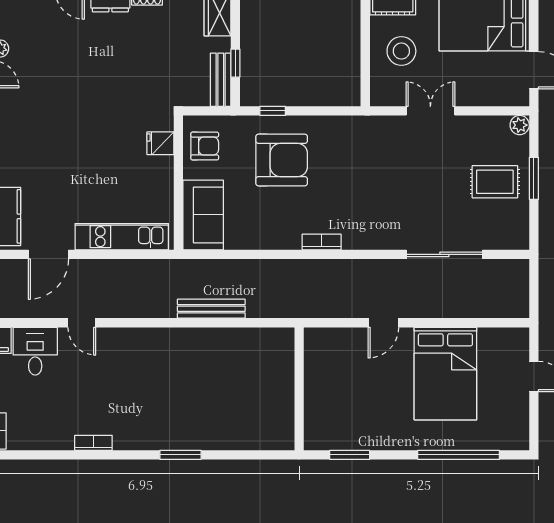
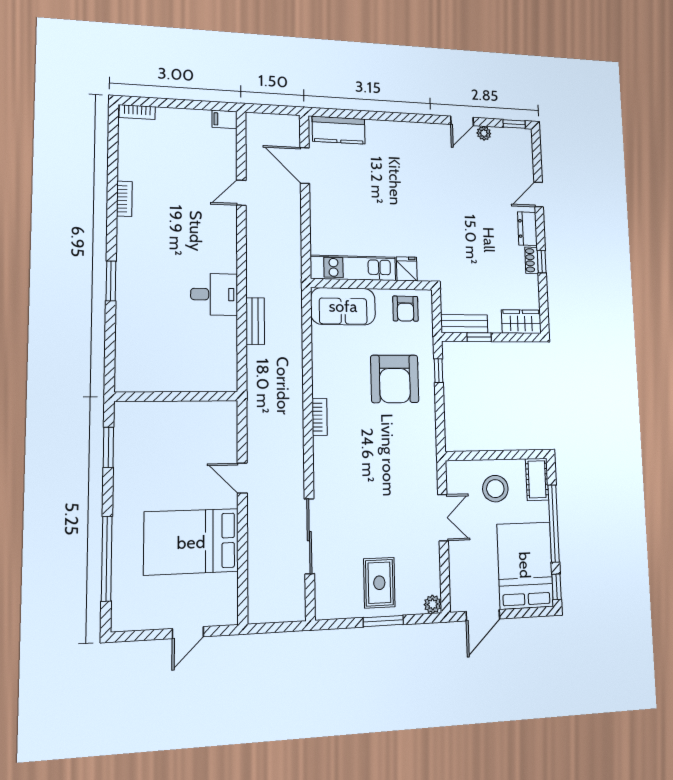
kitchen unit: (122, 237) -> (353, 268), moved, turned -90
bench: (211, 309) -> (255, 321), width x0.73
desk: (35, 351) -> (214, 294), moved

